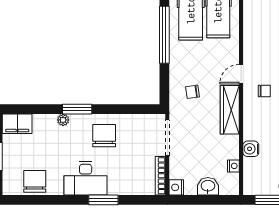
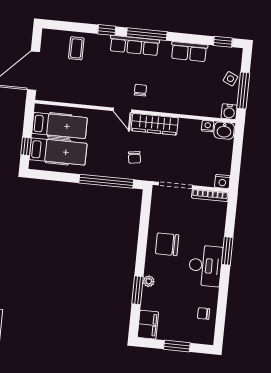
window: (164, 35) -> (106, 181), moved
window: (77, 109) -> (137, 290), moved
water cooler: (251, 149) -> (229, 112), moved
chair: (35, 181) -> (204, 314), width x0.54, depth x0.54
washbasin: (208, 186) -> (224, 131), moved, turned -90

